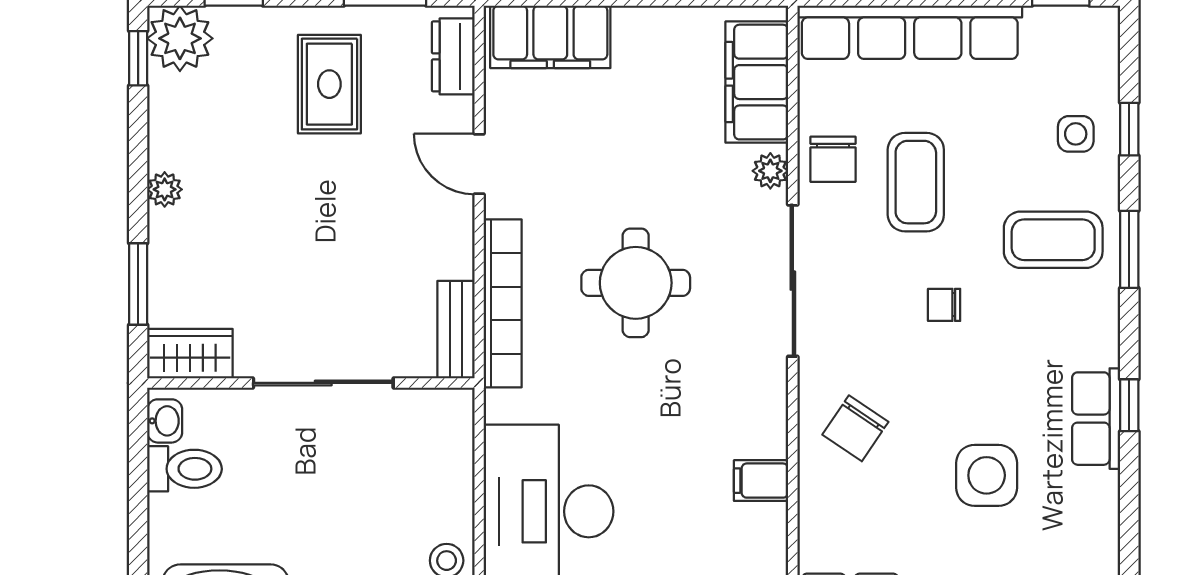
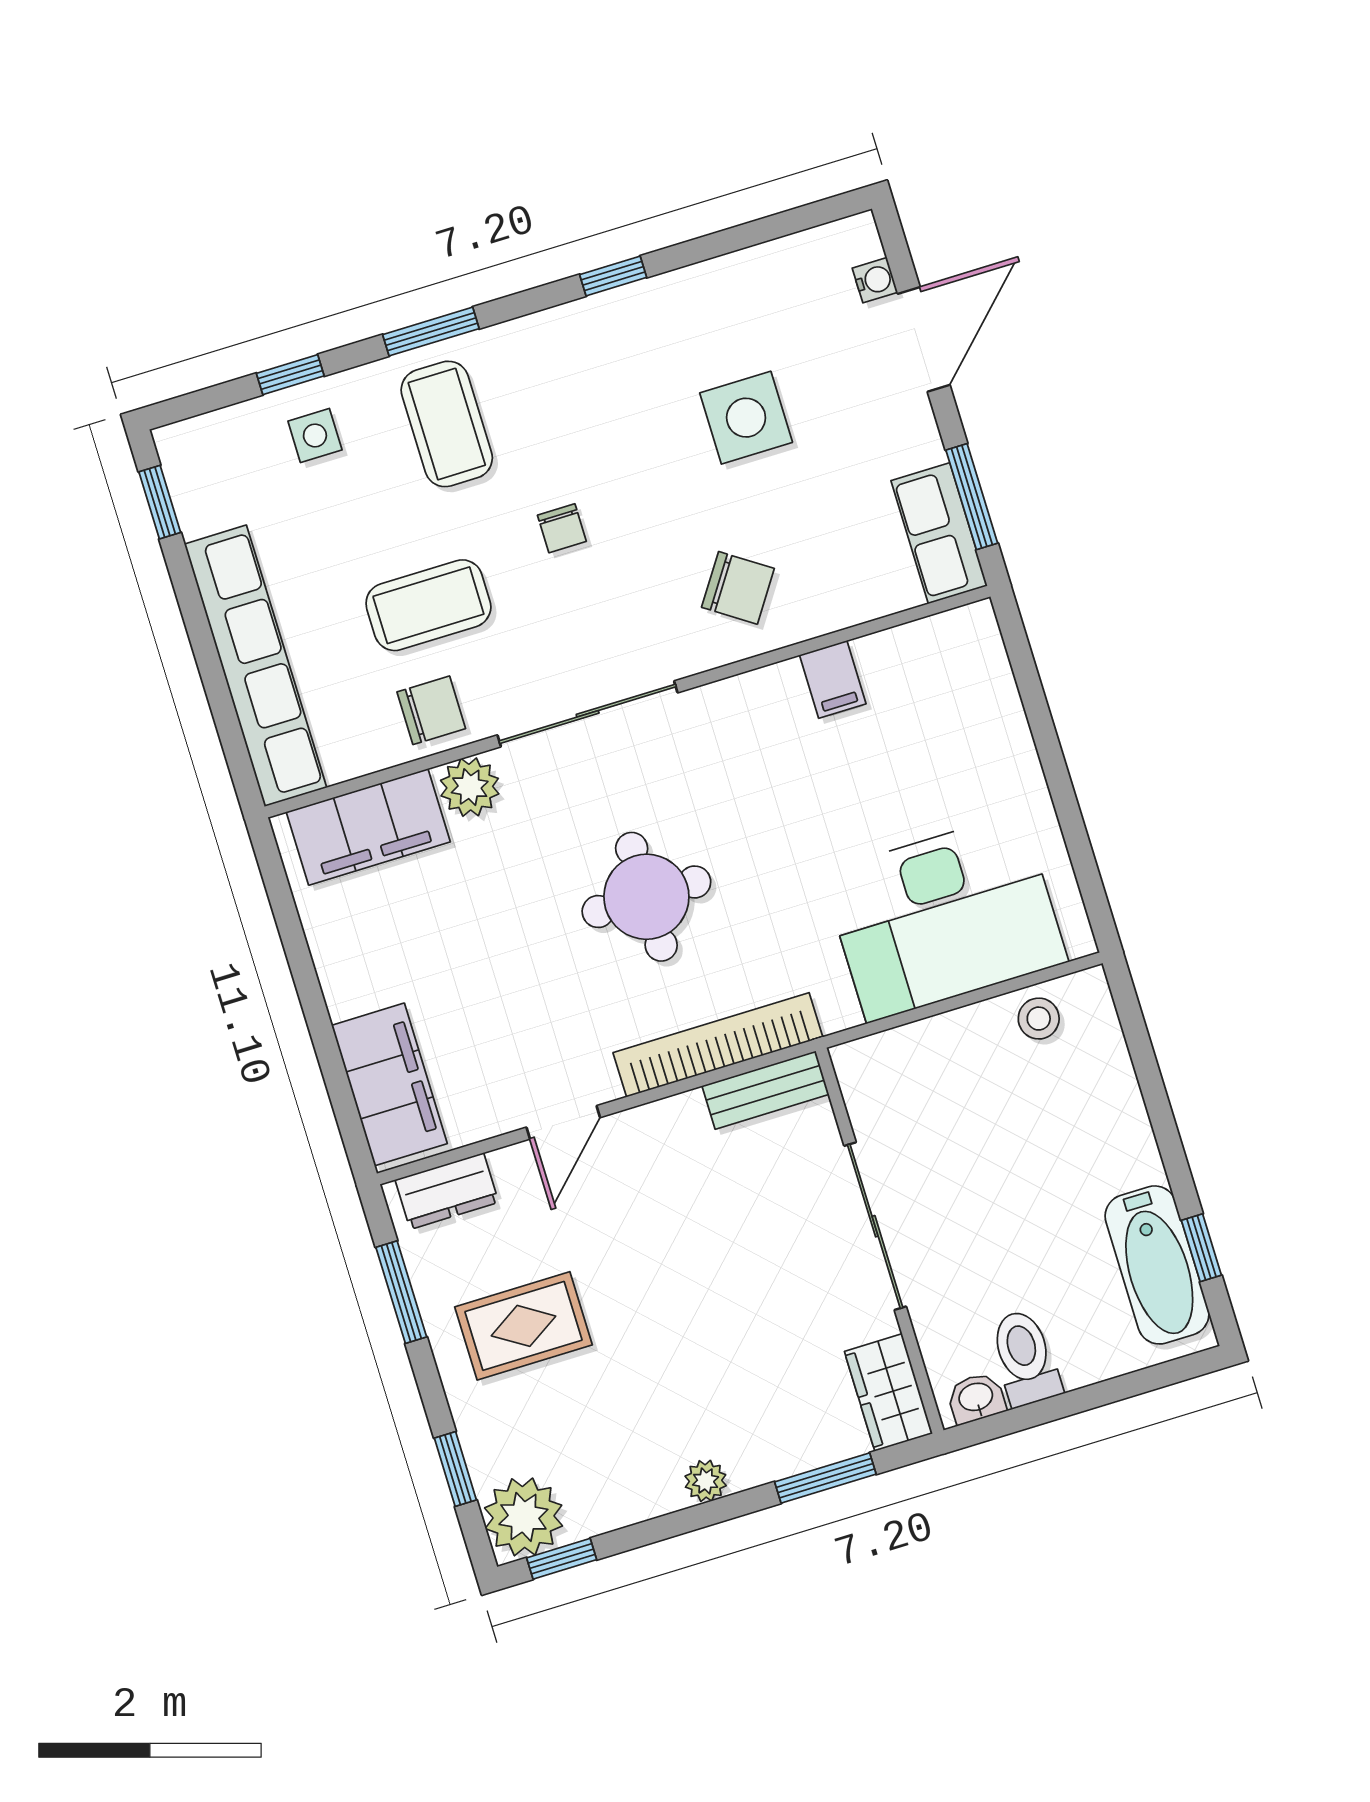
plant: (770, 171) -> (470, 787), width x1.38, depth x1.38
row of seats: (1096, 419) -> (640, 310), removed

